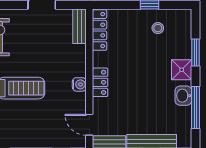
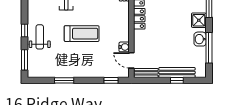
locker: (100, 82) -> (139, 19), moved
water cooler: (79, 84) -> (124, 47), moved

